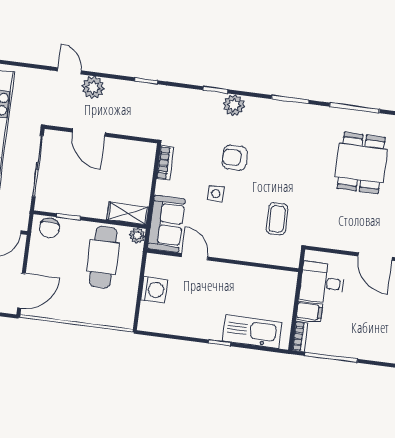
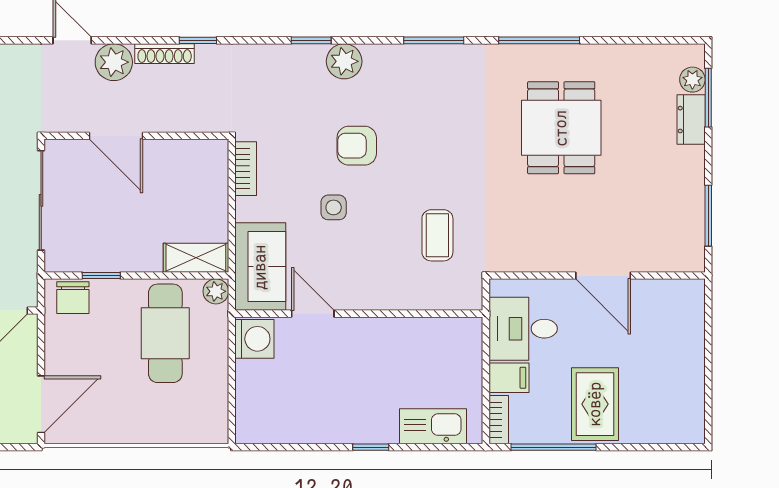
shoe rack: (125, 86) -> (165, 54), added
washing machine: (154, 290) -> (254, 339), moved
kitchen sink: (252, 332) -> (433, 426), width x0.73, depth x0.81
rug: (360, 334) -> (595, 404), added

